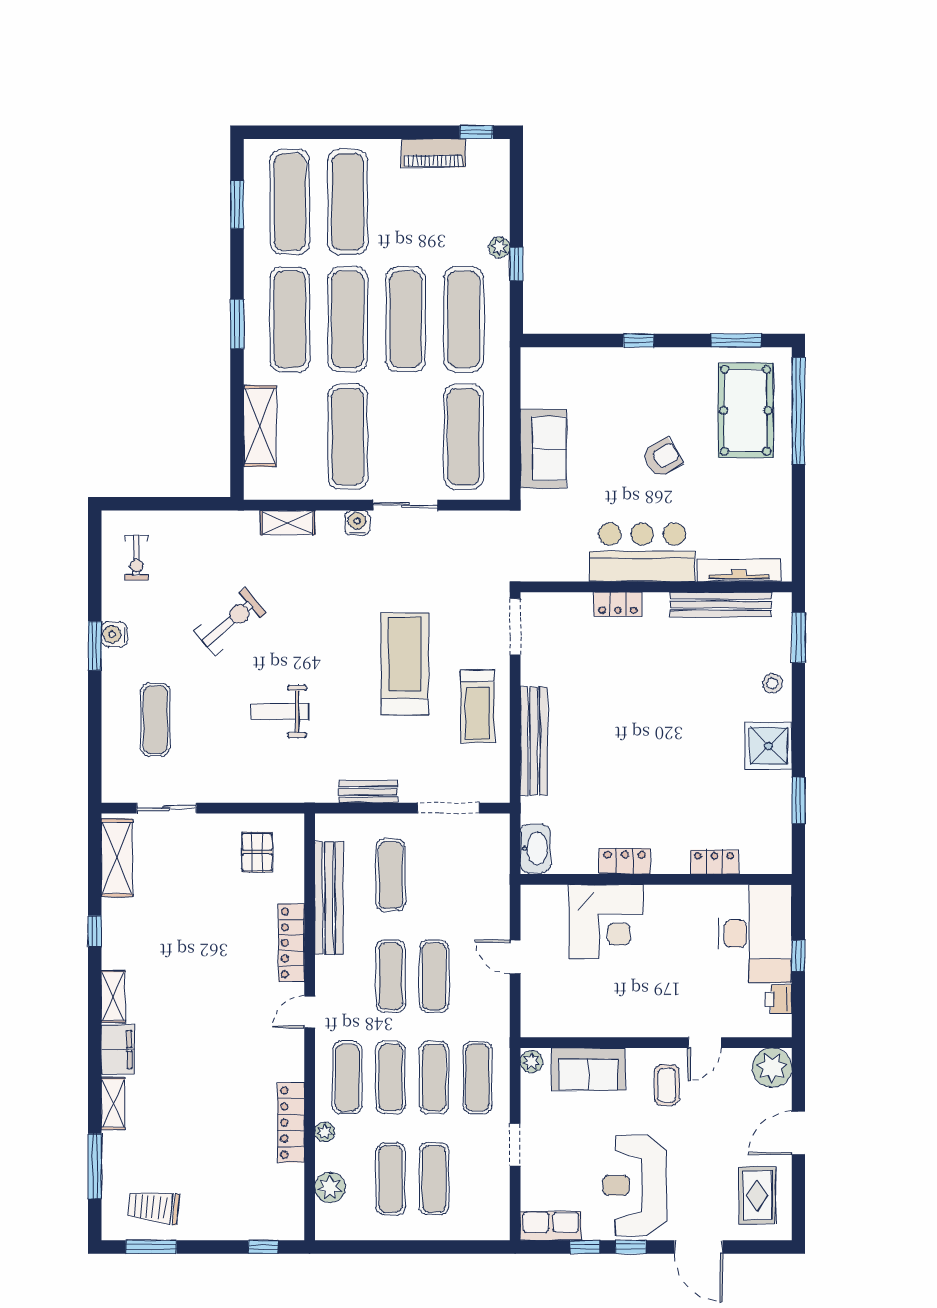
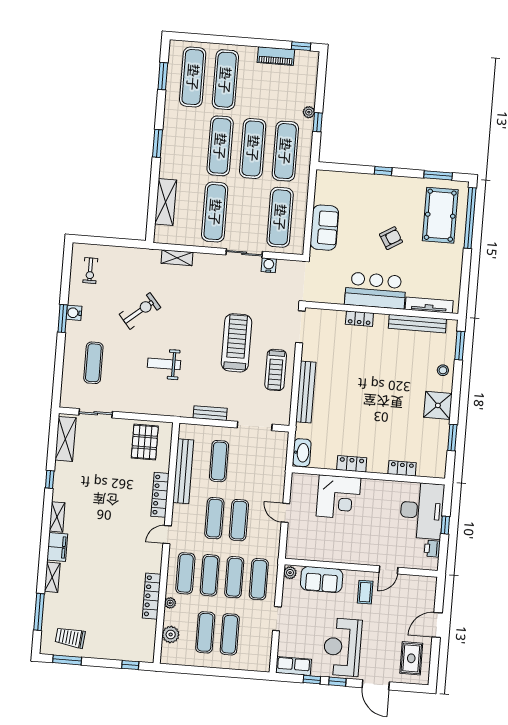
exercise mat: (290, 319) -> (187, 143), removed
water cooler: (357, 523) -> (269, 265), moved
pallet: (257, 852) -> (145, 442), width x1.50, depth x1.42
plant: (772, 1068) -> (425, 587), removed

